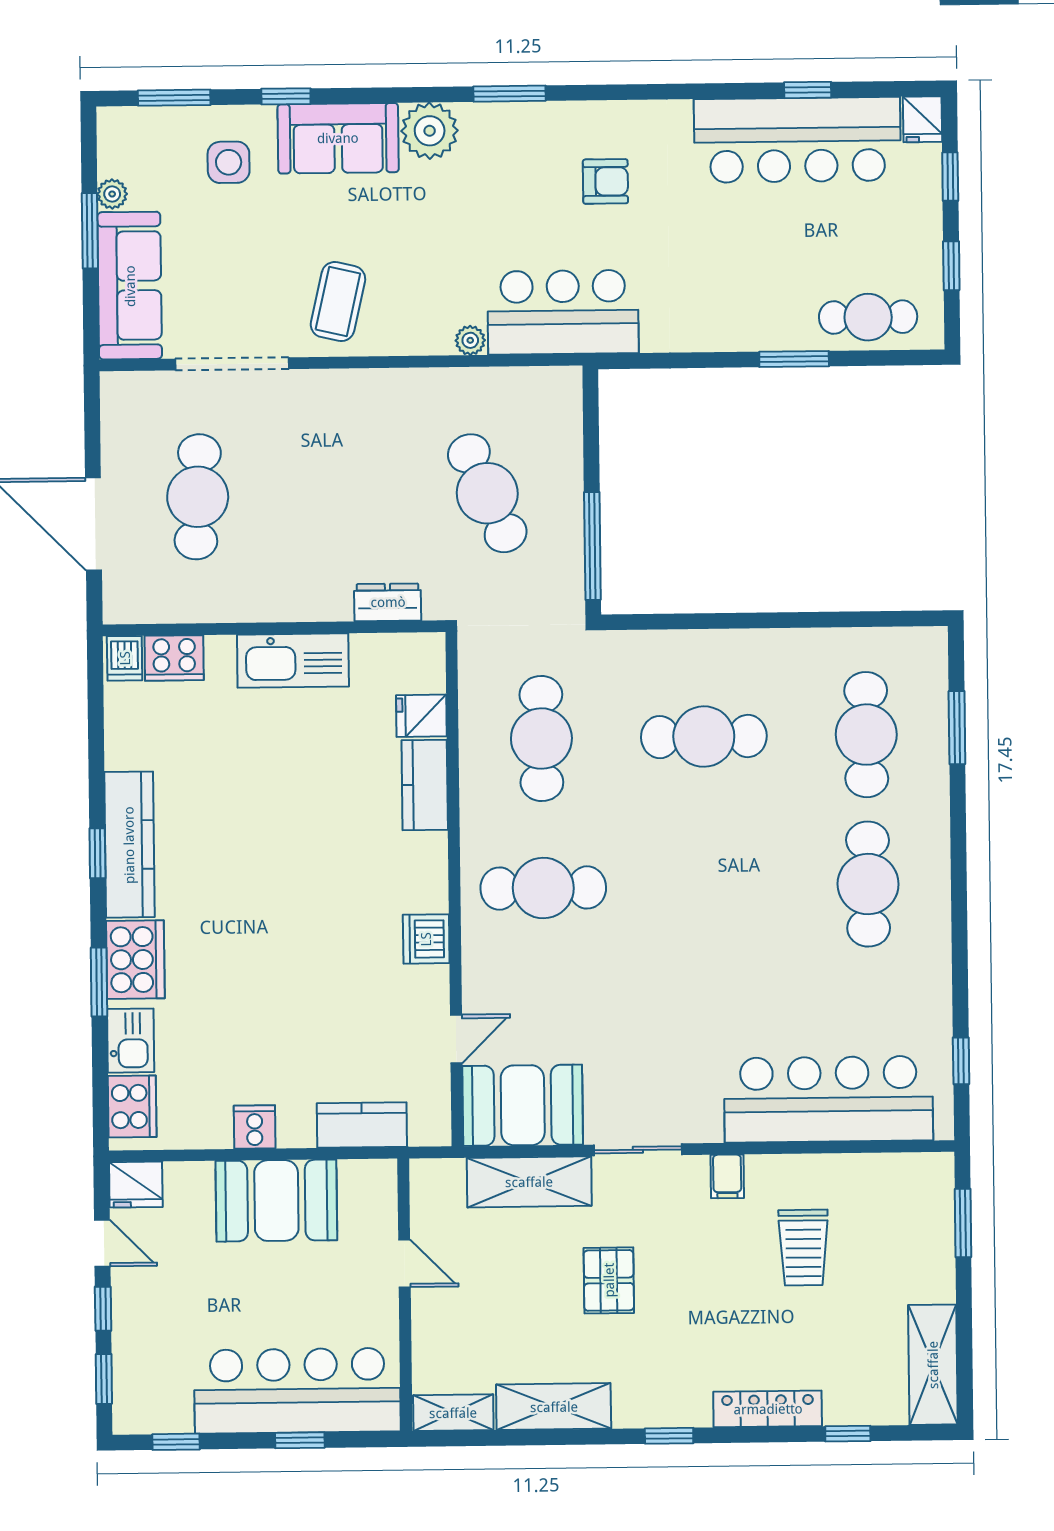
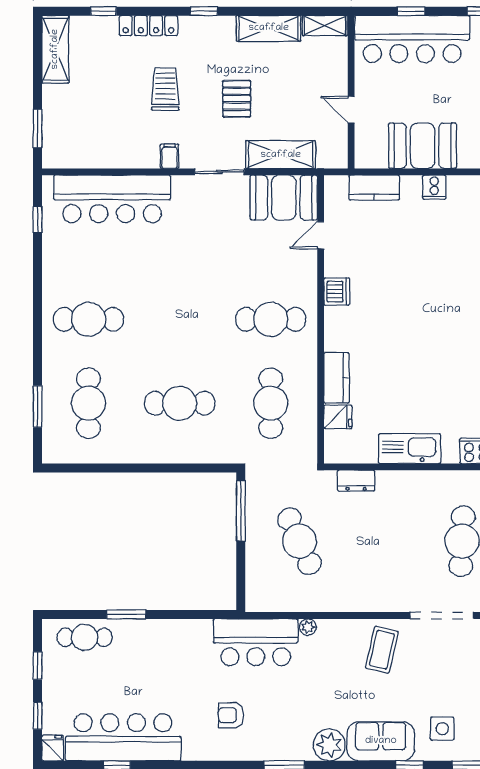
cafe table: (868, 884) -> (88, 319), turned 90
trolley: (803, 1248) -> (165, 89), moved

